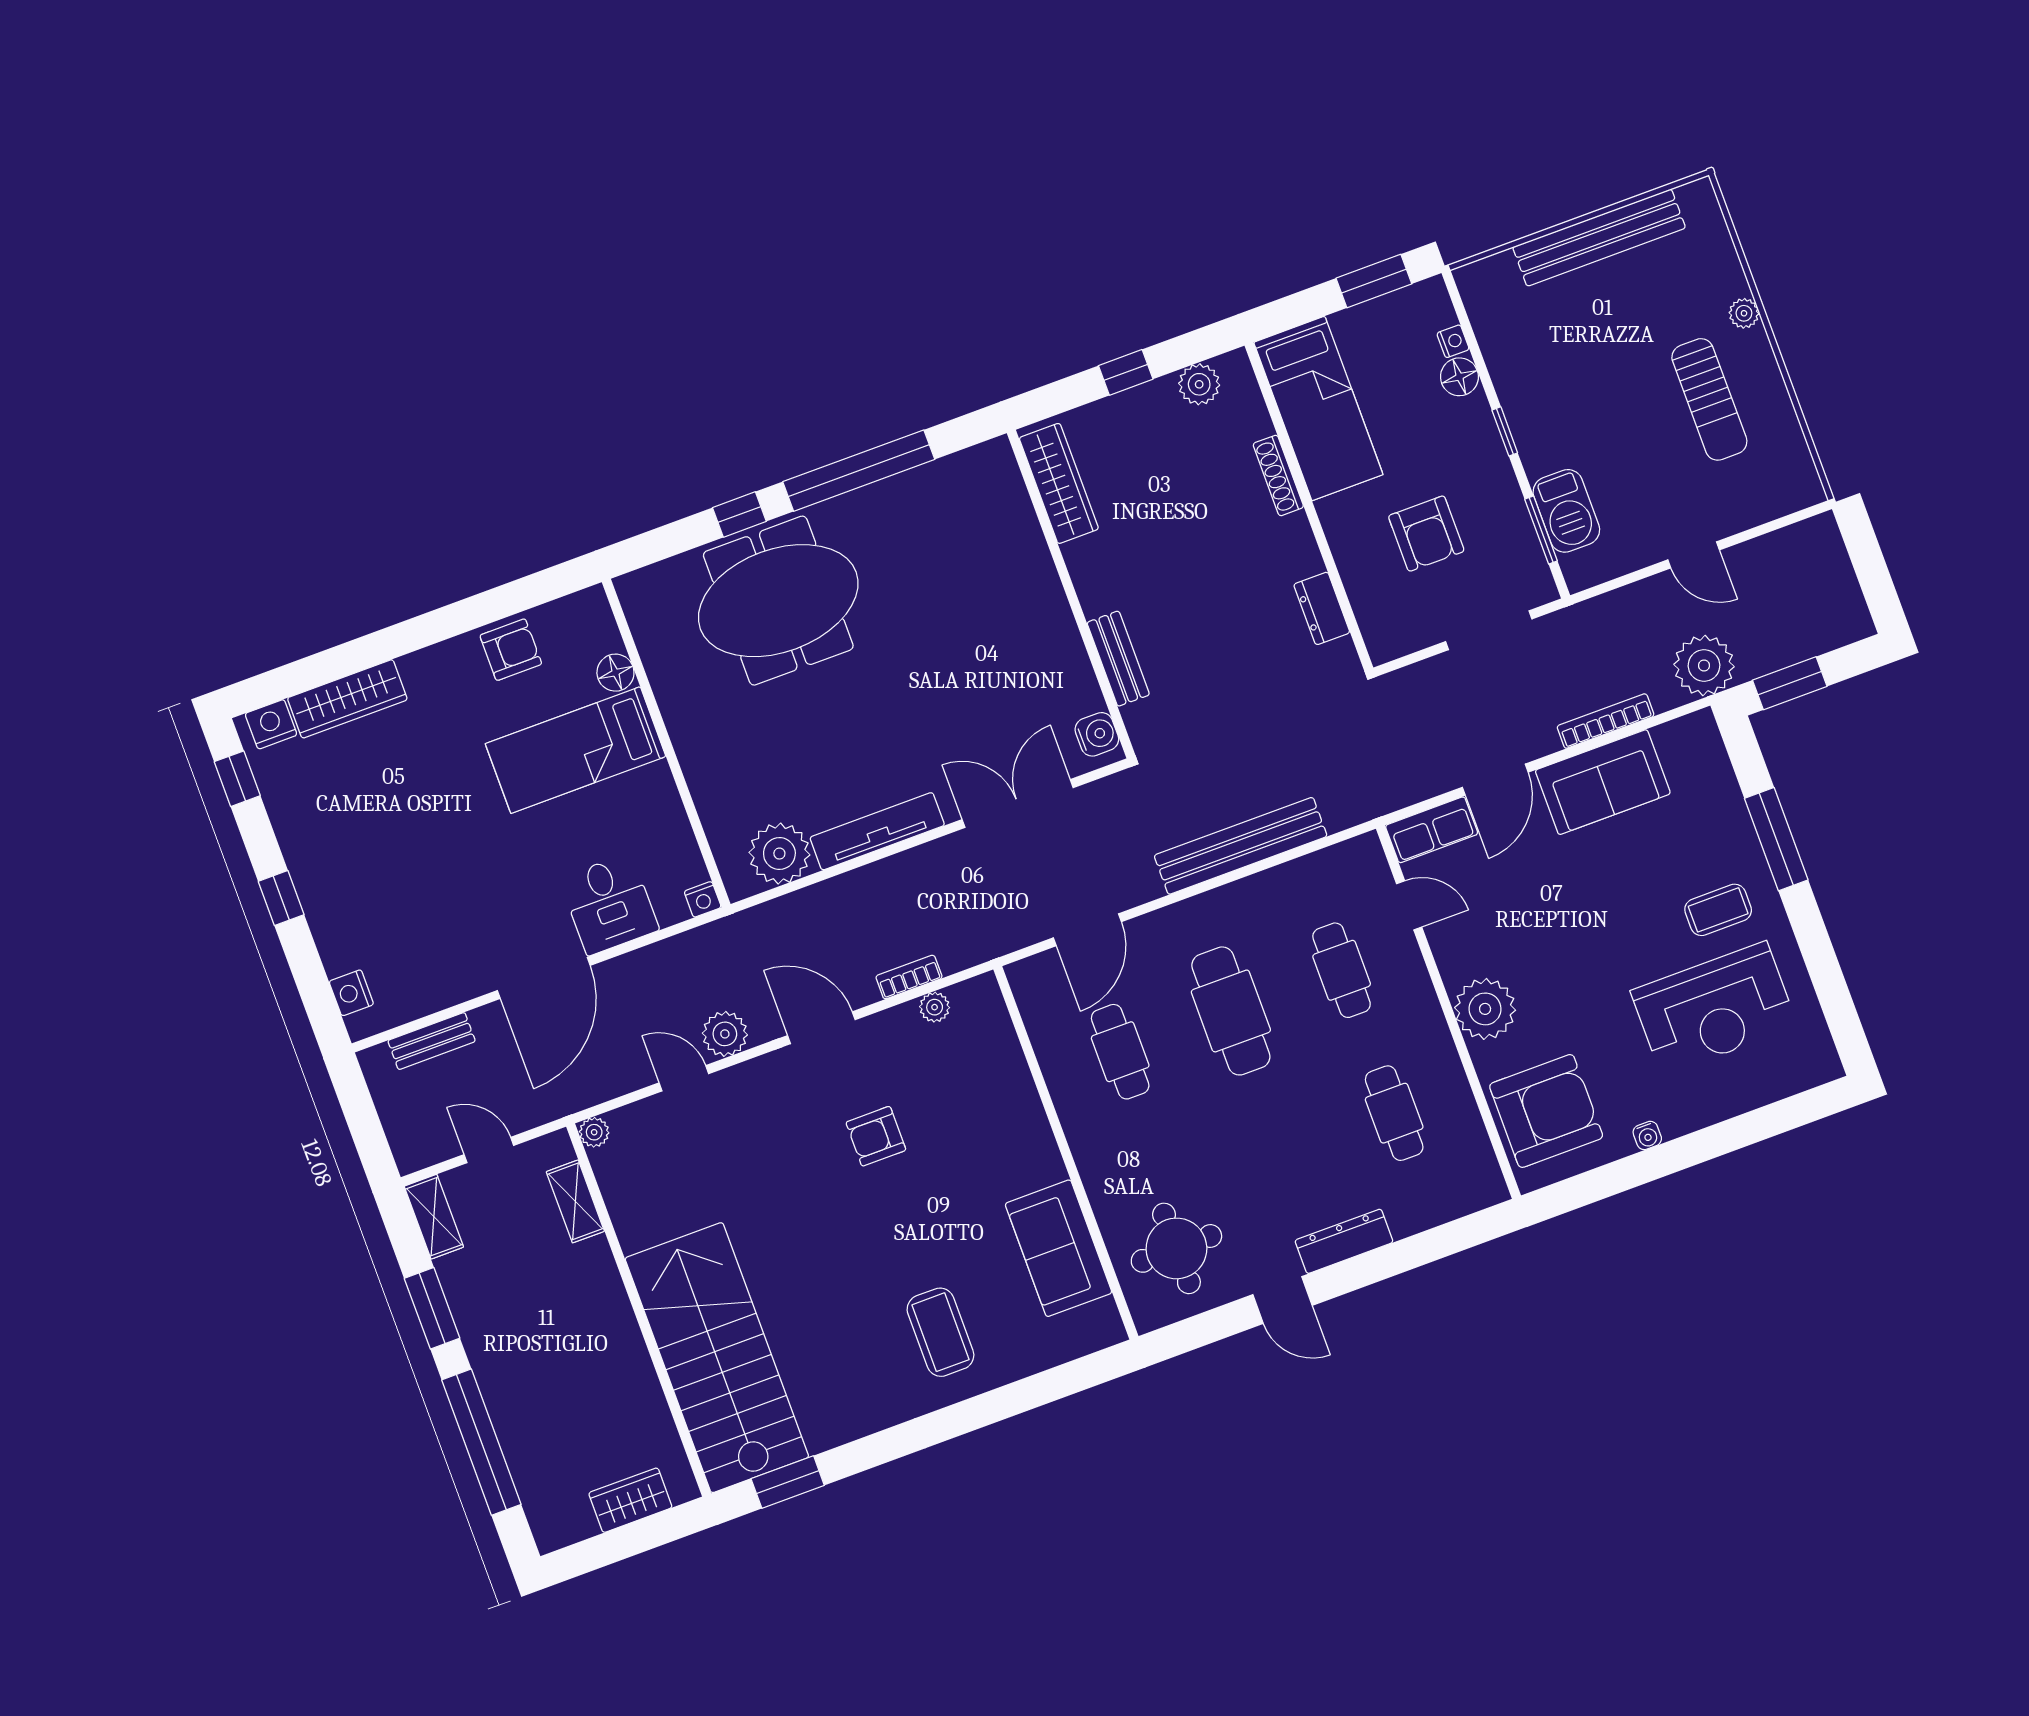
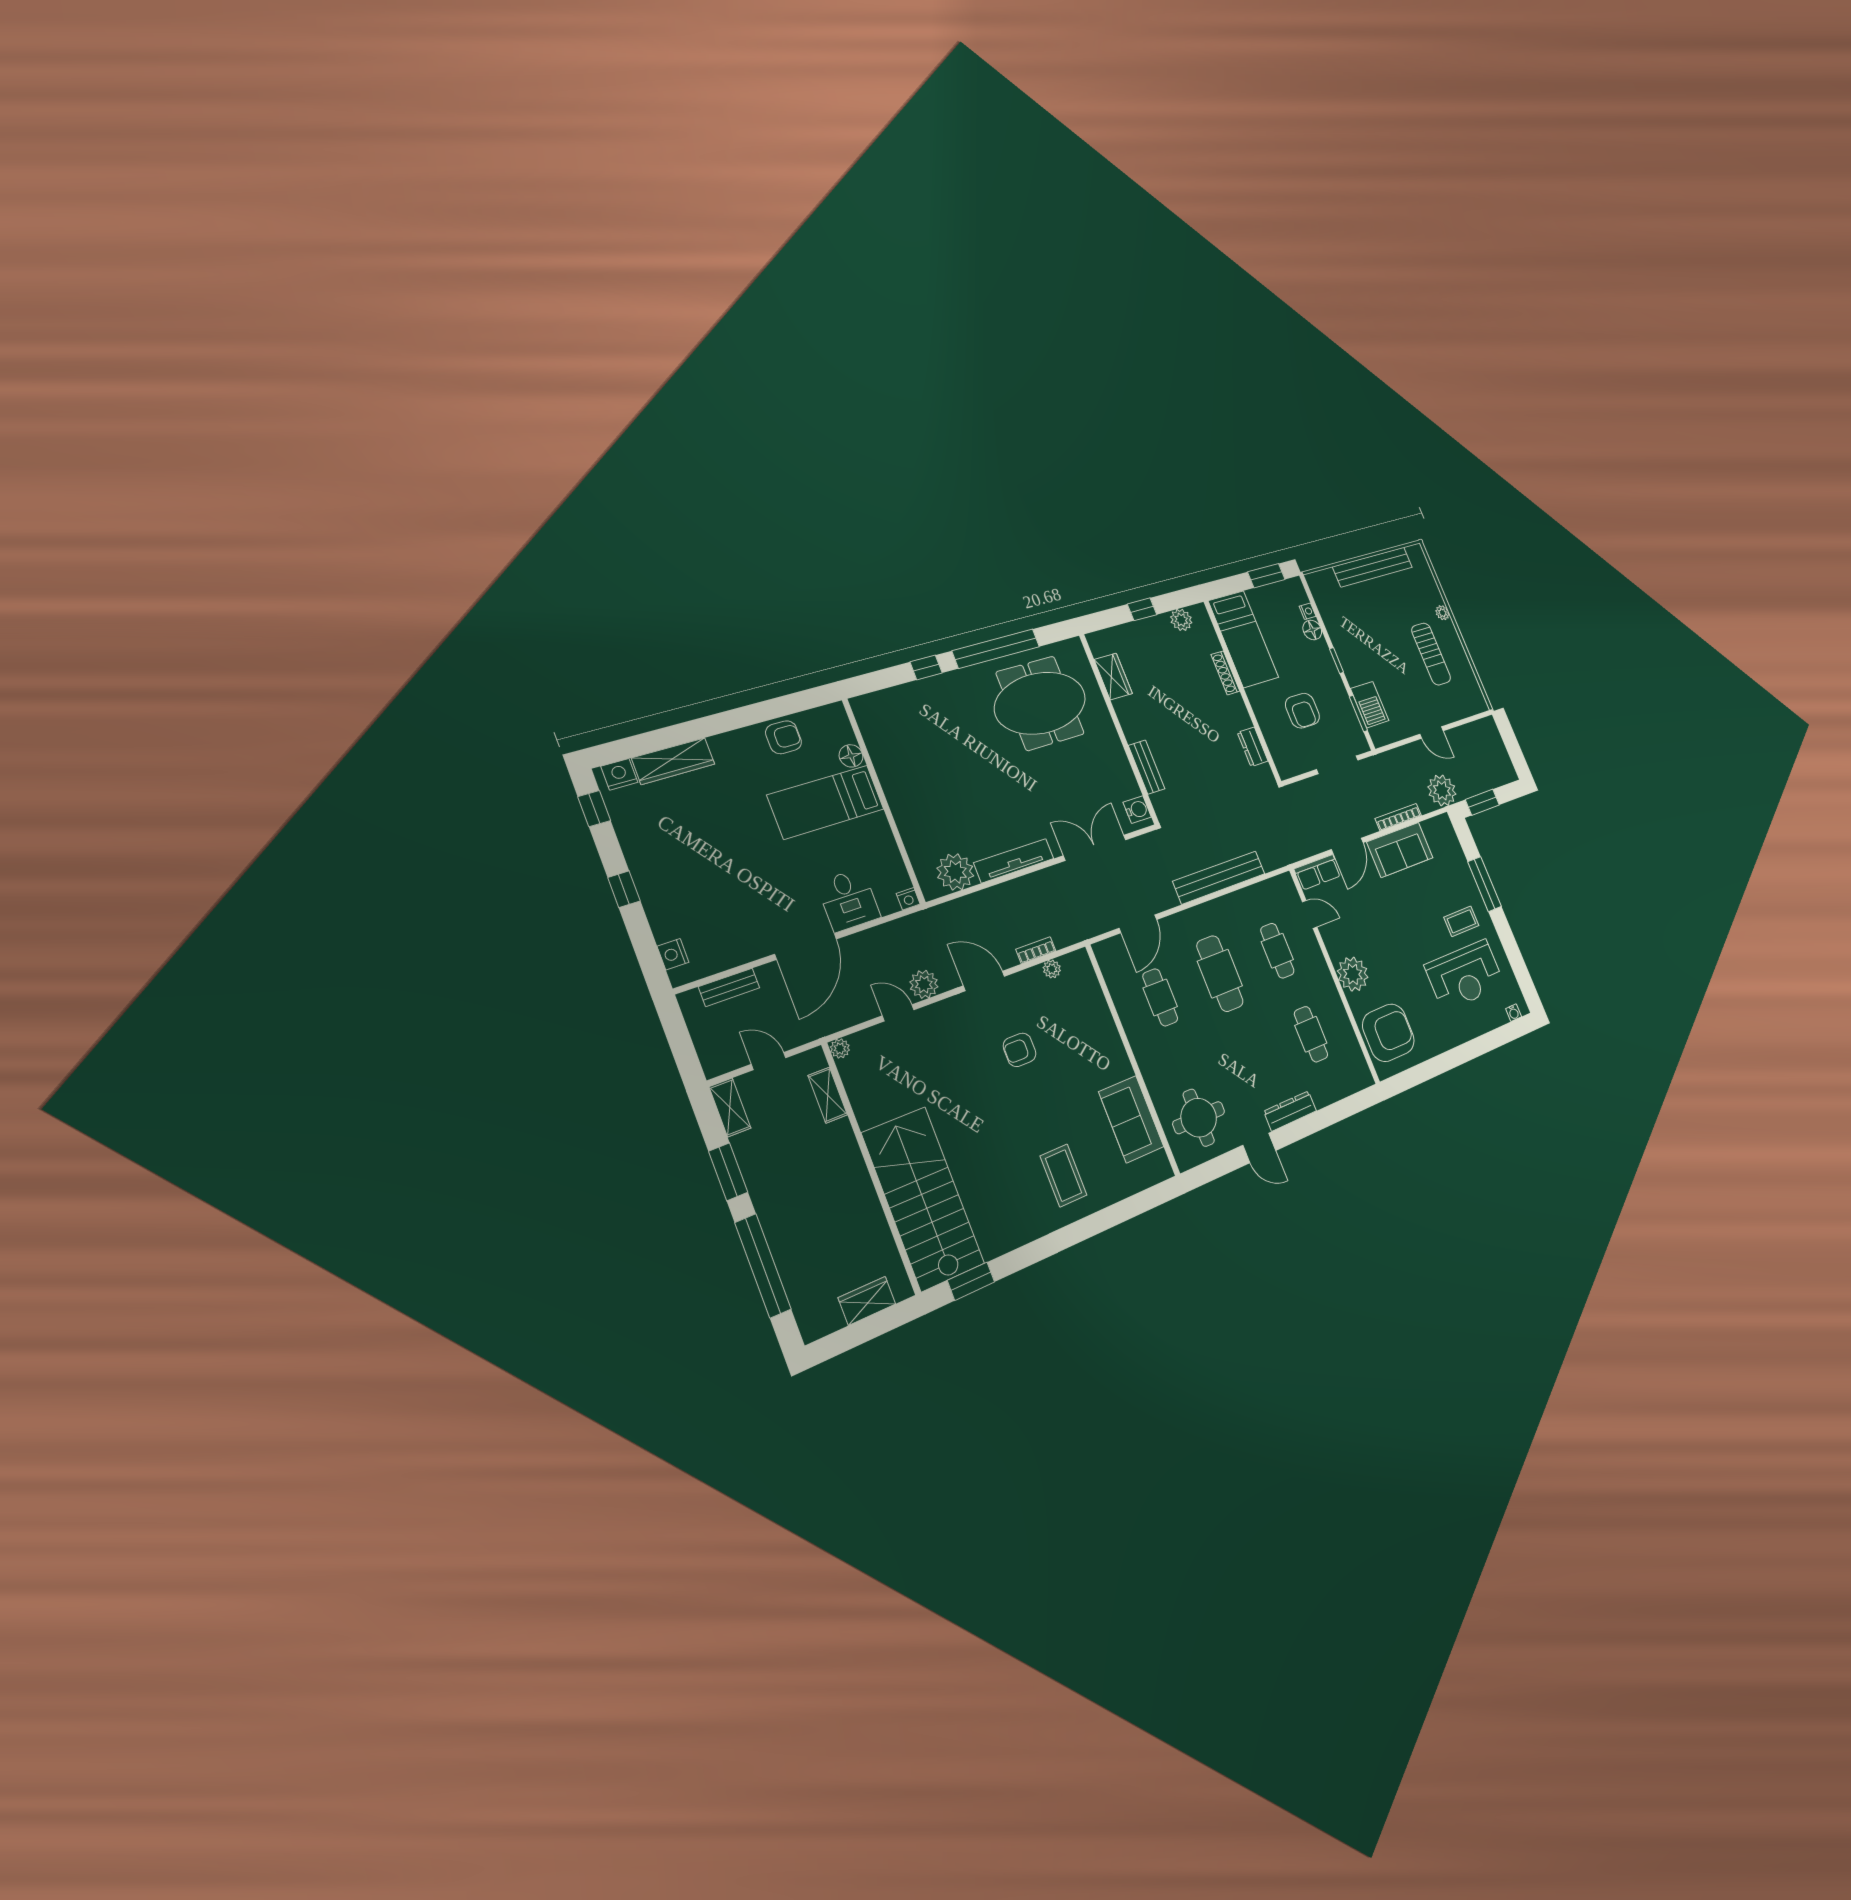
wardrobe: (1059, 483) -> (1113, 677), width x0.67
meeting table: (778, 601) -> (1040, 703), moved
water cooler: (1647, 1135) -> (1514, 1013), moved

